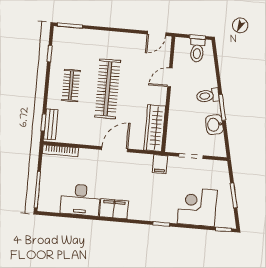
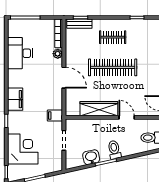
wardrobe: (155, 128) -> (99, 109), moved
plant: (85, 154) -> (58, 54), added
filing cabinet: (114, 209) -> (15, 99), moved

